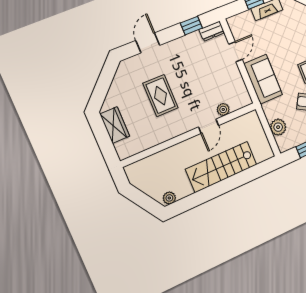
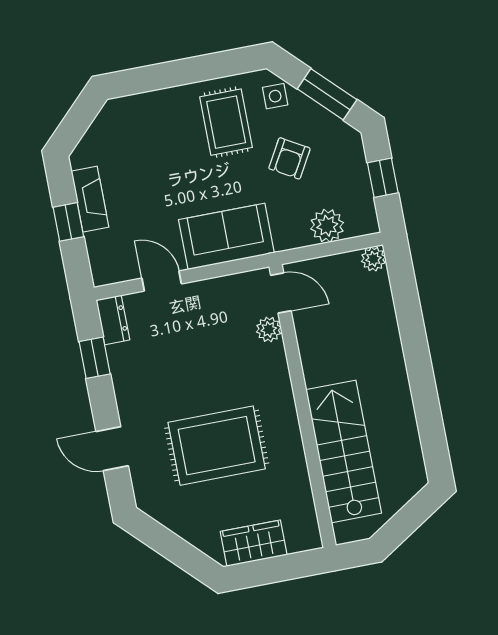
rug: (161, 96) -> (217, 446), width x1.36, depth x1.43
door: (208, 126) -> (281, 293), moved
stairs: (221, 167) -> (344, 451), moved, turned 180
plant: (169, 198) -> (373, 259), moved

